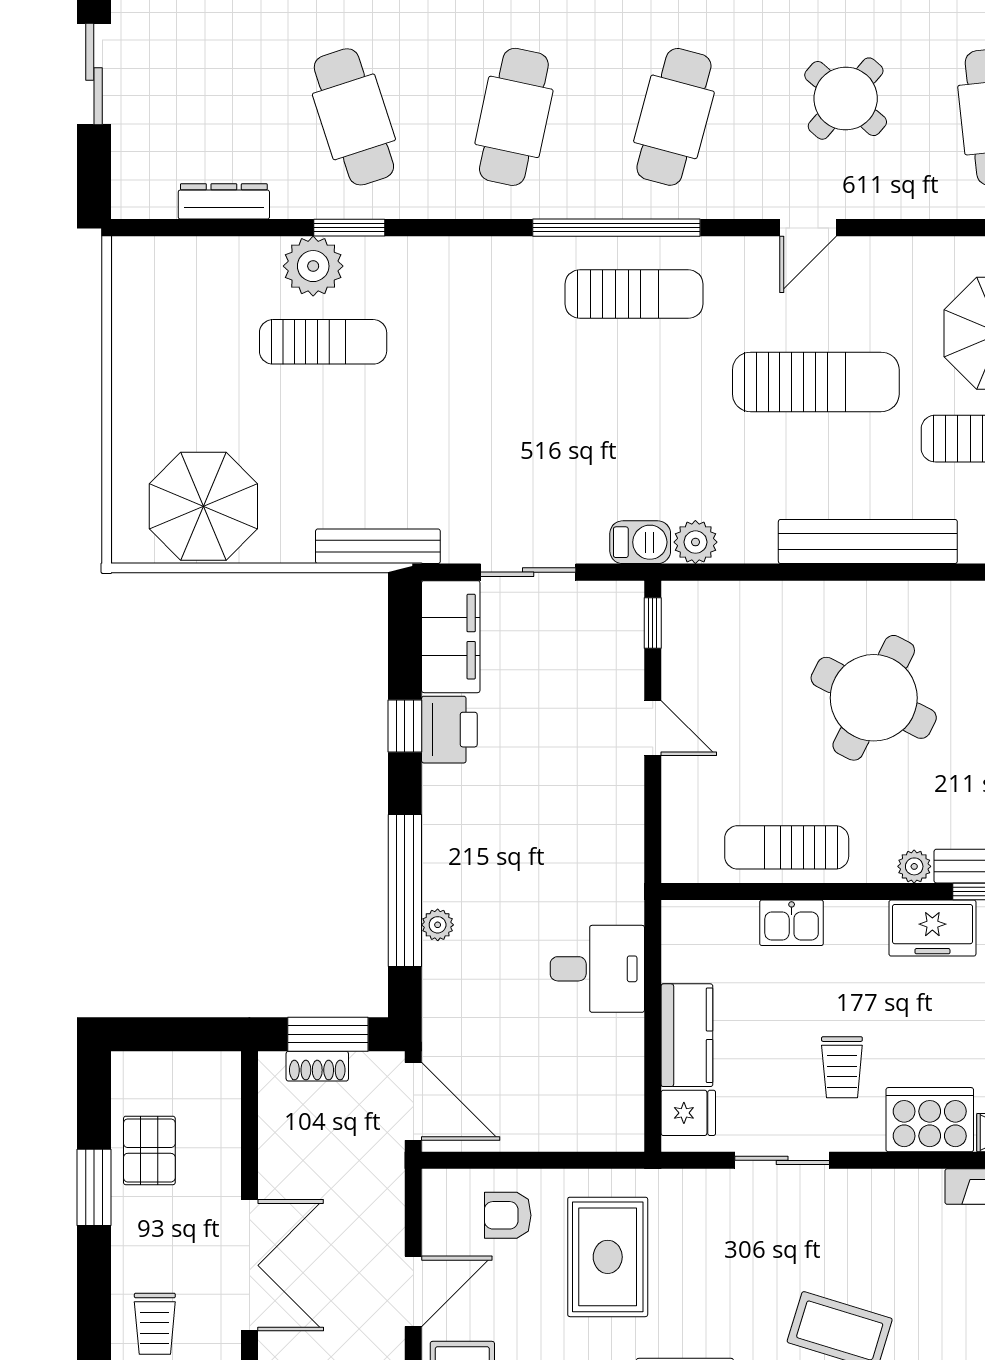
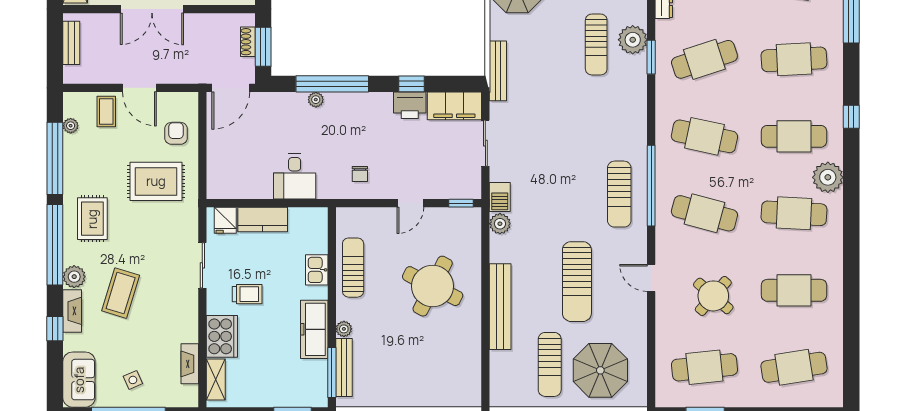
round table: (874, 698) -> (433, 286), moved
chair: (592, 833) -> (360, 174), added
freezer: (932, 928) -> (314, 329), width x1.40
trolley: (842, 1067) -> (247, 294), turned 180

